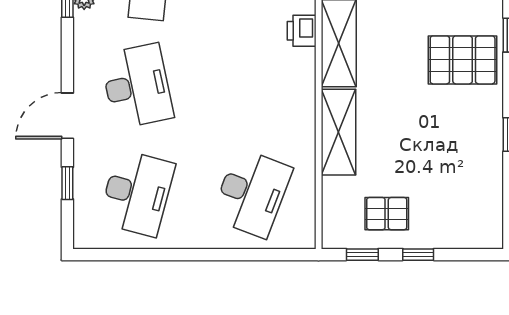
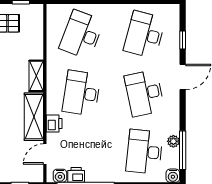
desk: (252, 86) -> (82, 93), added
shelving: (338, 132) -> (36, 76), width x0.67, depth x0.75

